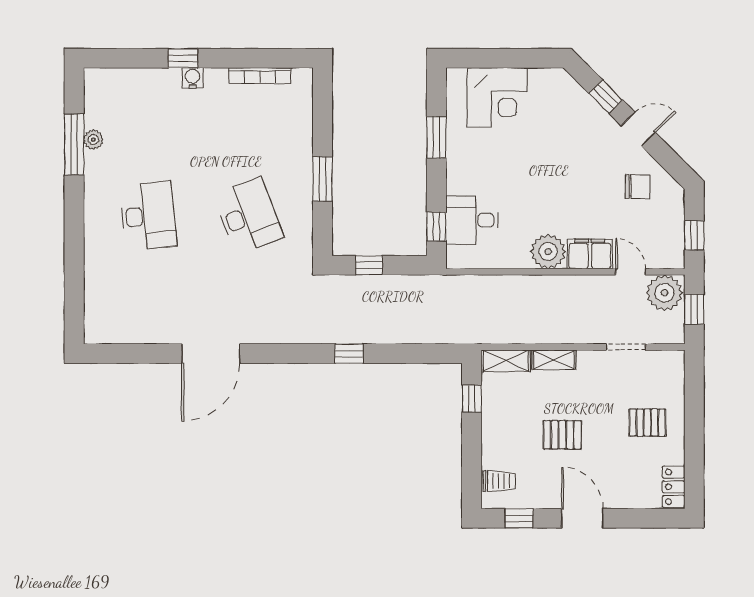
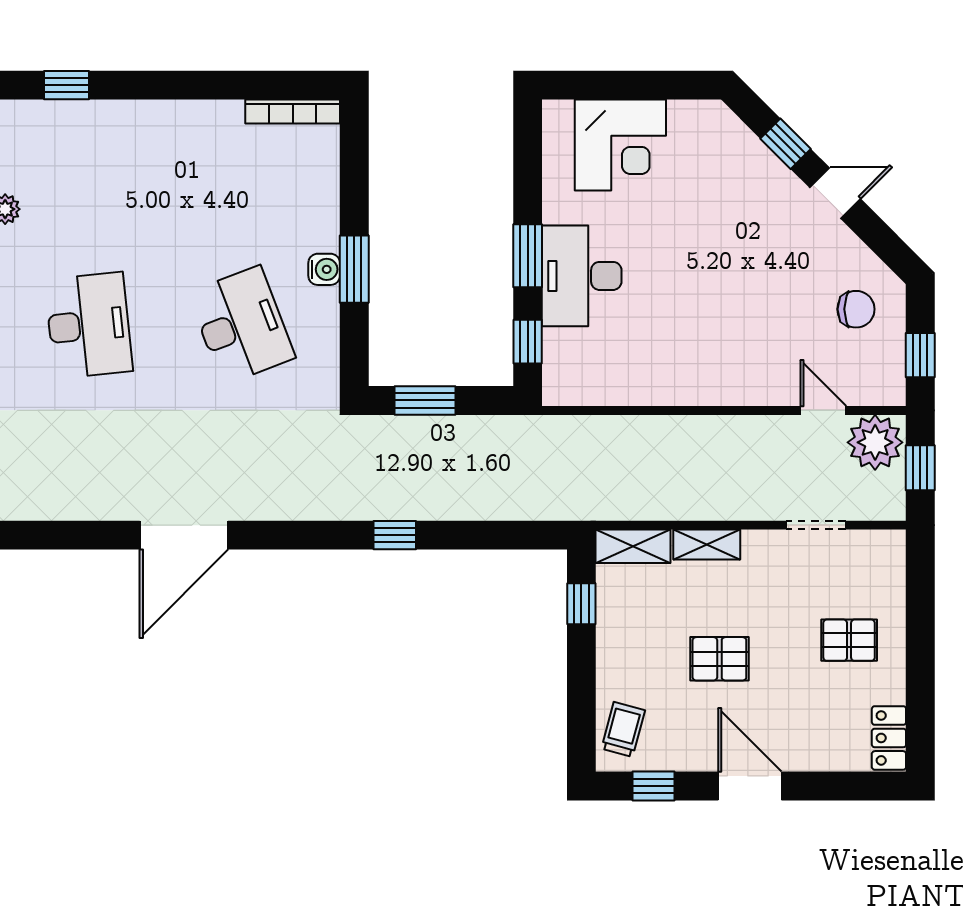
window: (183, 58) -> (66, 85), moved
bookcase: (260, 76) -> (293, 112), moved
water cooler: (193, 78) -> (324, 269), moved, turned 90
window: (436, 137) -> (528, 256), moved
chair: (637, 187) -> (856, 309), moved
desk: (472, 220) -> (582, 276), moved, width x1.37
plant: (548, 252) -> (698, 380), removed
filing cabinet: (590, 254) -> (761, 383), removed
window: (369, 265) -> (425, 400), width x1.50
trolley: (499, 481) -> (623, 729), turned -75

